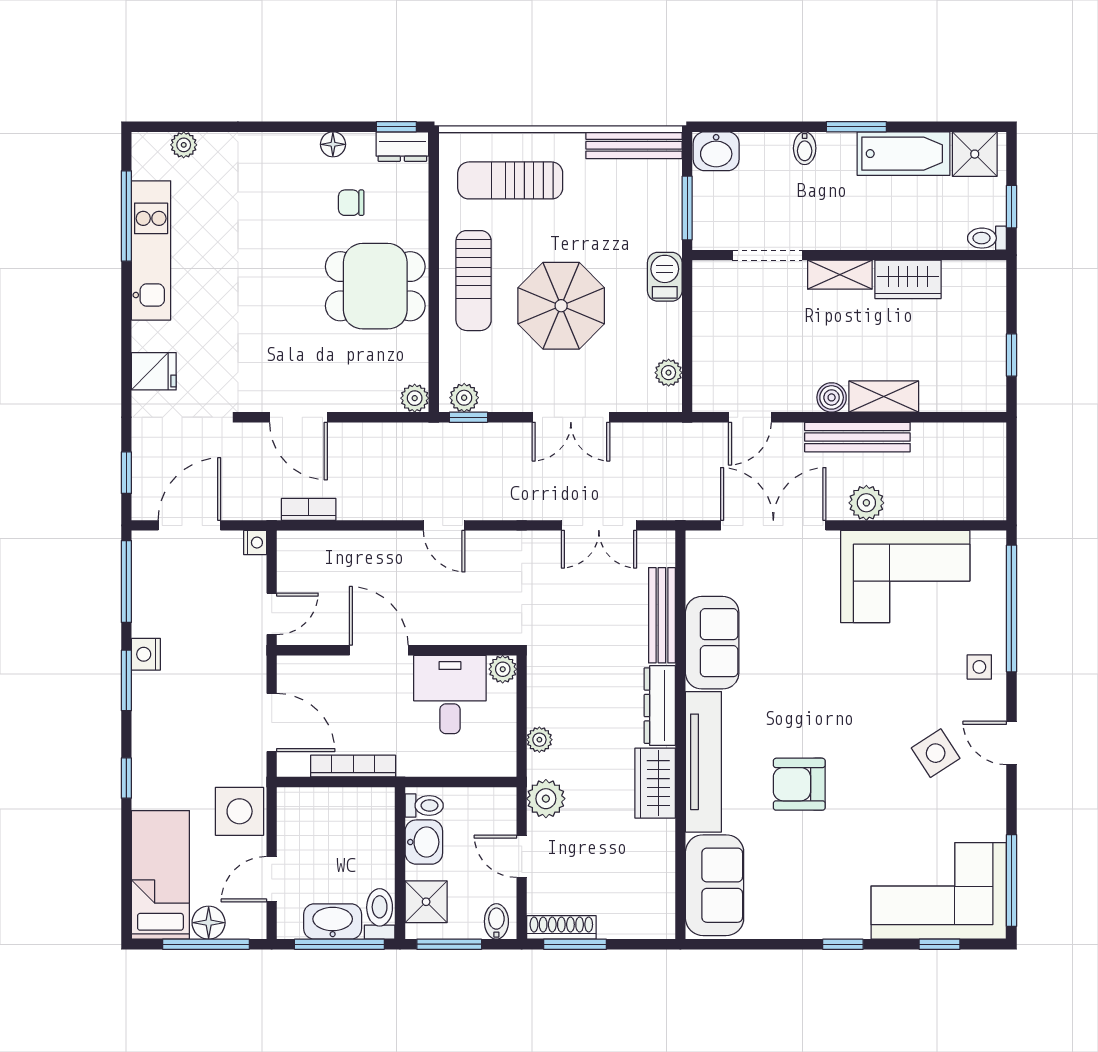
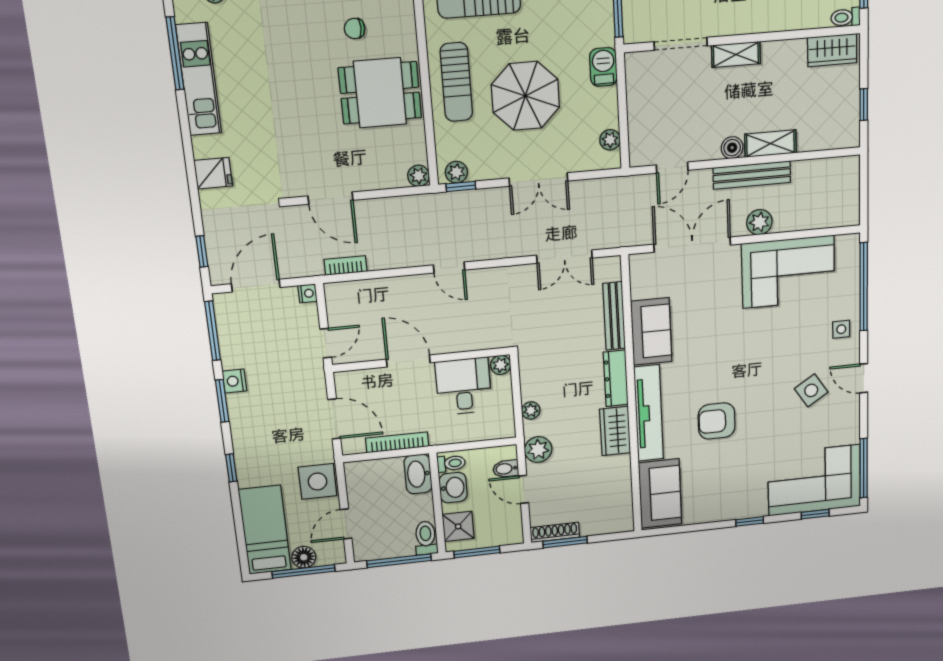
wardrobe: (908, 279) -> (832, 50), moved
washbasin: (333, 921) -> (418, 474), moved, turned -90
bidet: (496, 921) -> (506, 469), moved, turned -90

